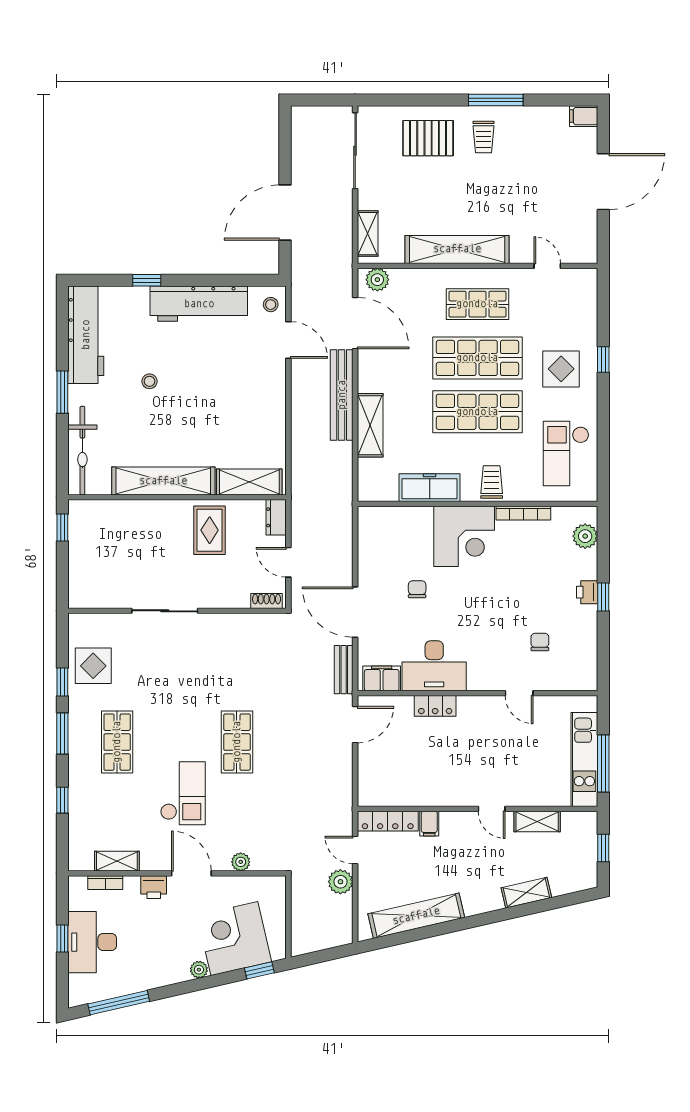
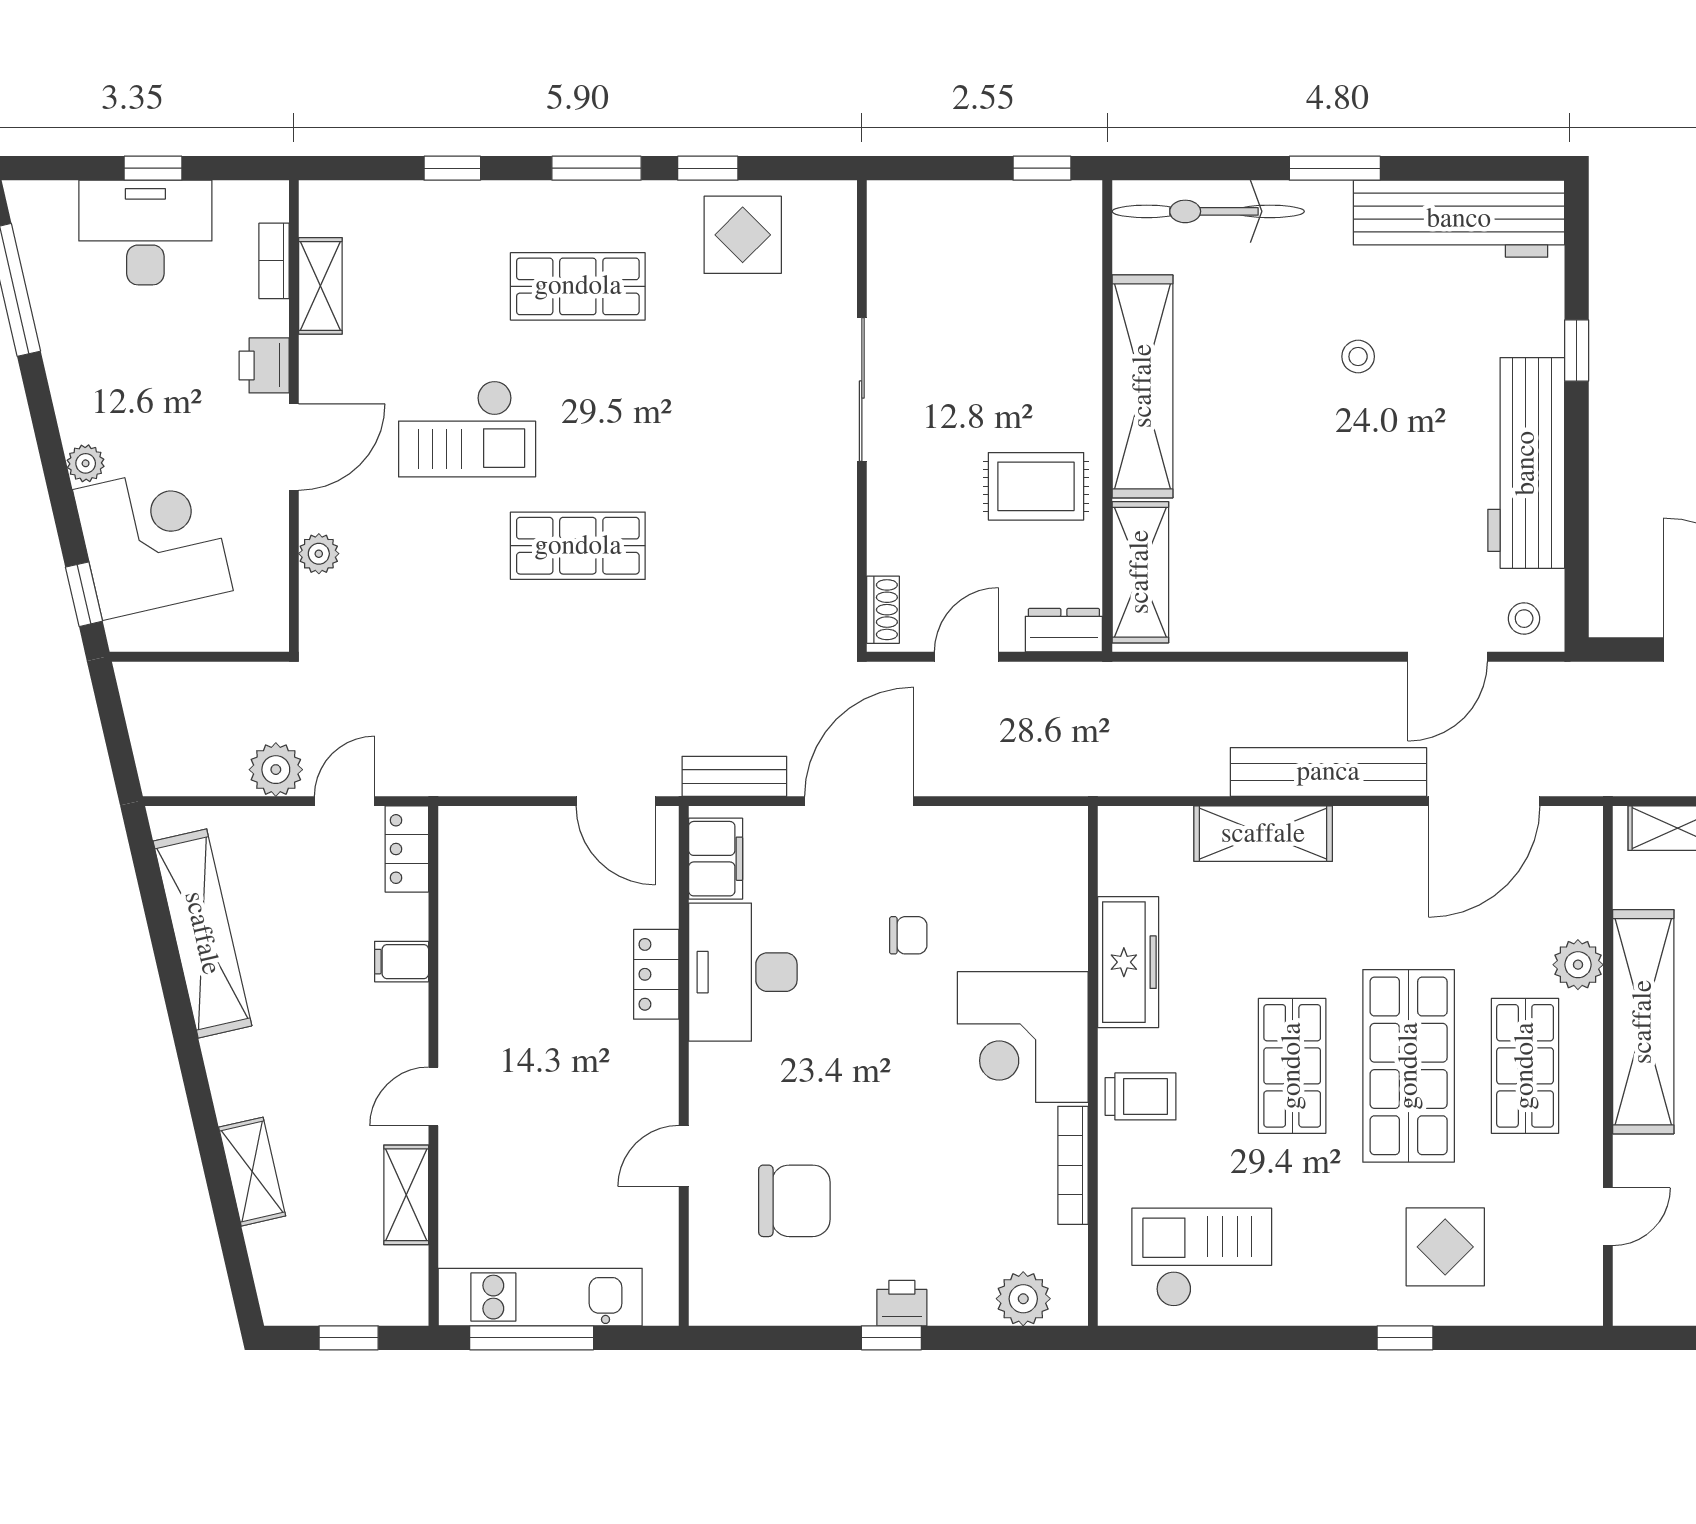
plant: (377, 280) -> (1578, 965), moved
display table: (561, 369) -> (1445, 1247), moved
shop shelf: (477, 412) -> (1292, 1066), width x0.70, depth x0.74
chair: (540, 642) -> (794, 1201), width x1.87, depth x1.87
locker: (388, 821) -> (407, 849), width x0.66

